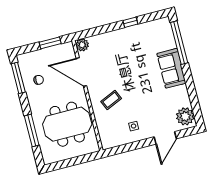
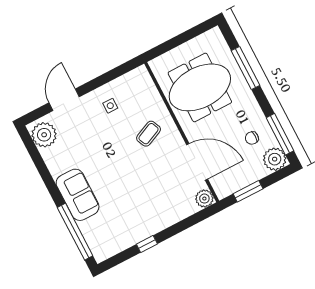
plant: (26, 61) -> (275, 159), added

